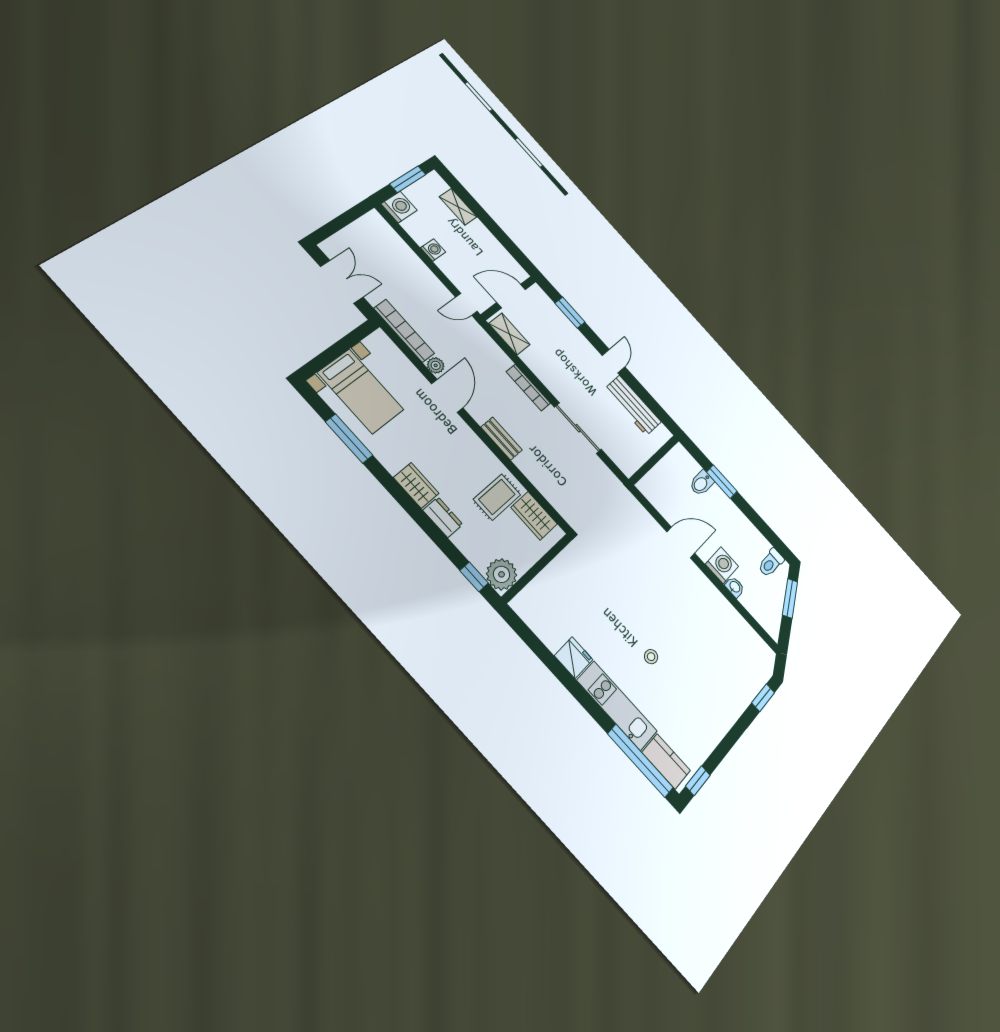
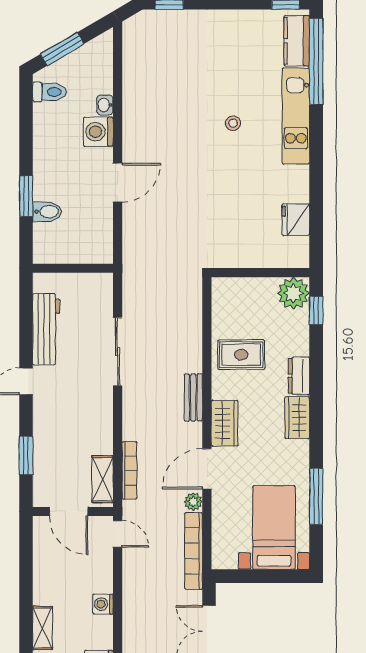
bookcase: (528, 388) -> (129, 470), moved
wardrobe: (534, 516) -> (225, 423), moved
door: (681, 542) -> (118, 183), swing flipped
fridge: (574, 658) -> (296, 220), moved

